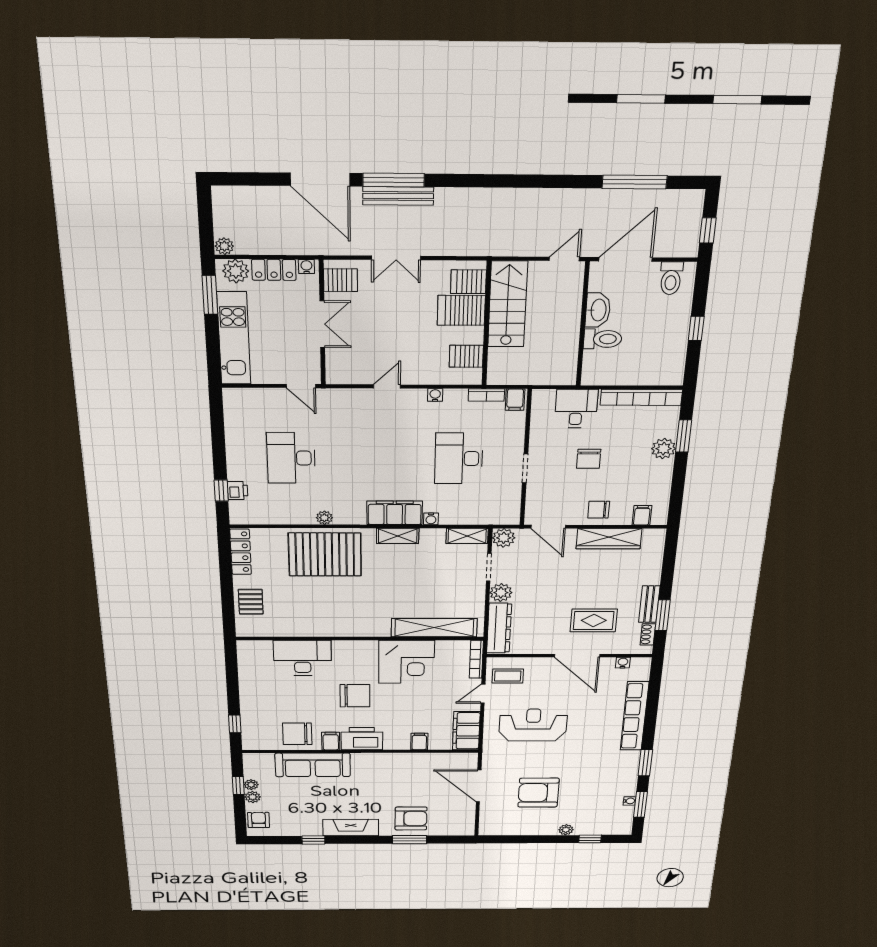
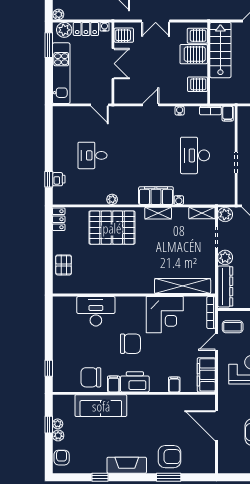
desk: (291, 458) -> (92, 155), width x0.73
locker: (241, 552) -> (59, 219), width x0.66

